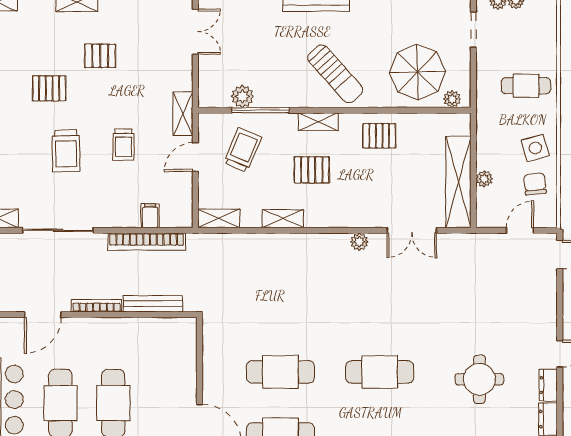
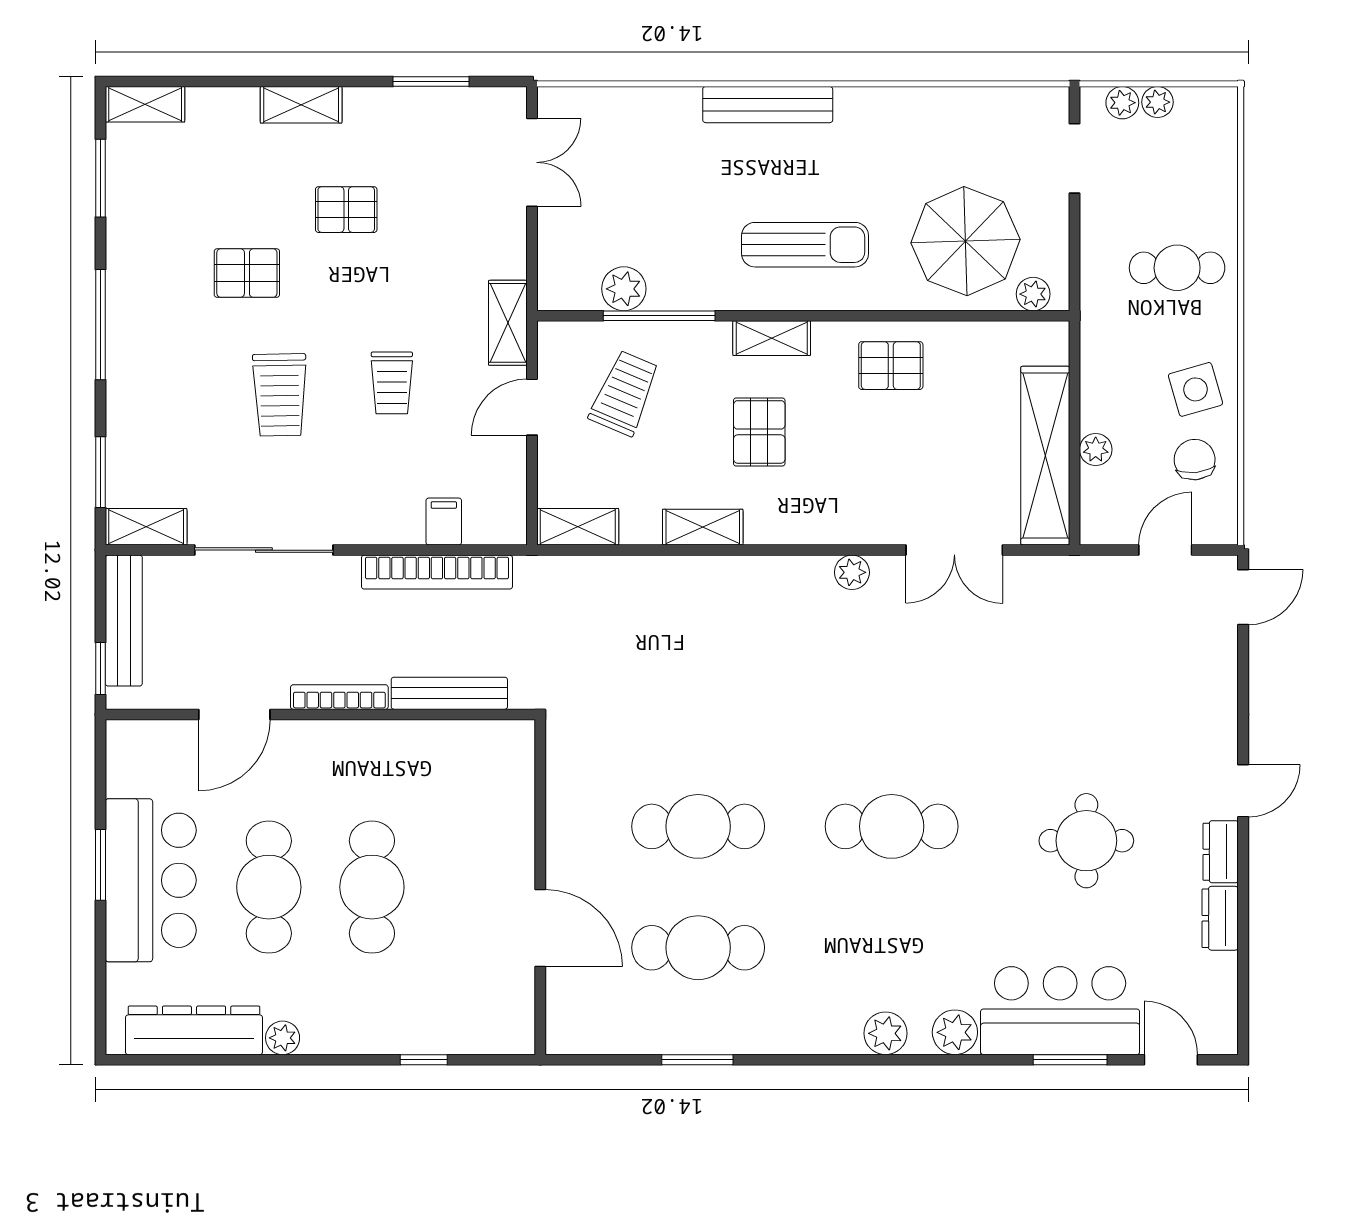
sun lounger: (335, 74) -> (805, 245), turned -48
pallet: (312, 170) -> (759, 432), turned 90

